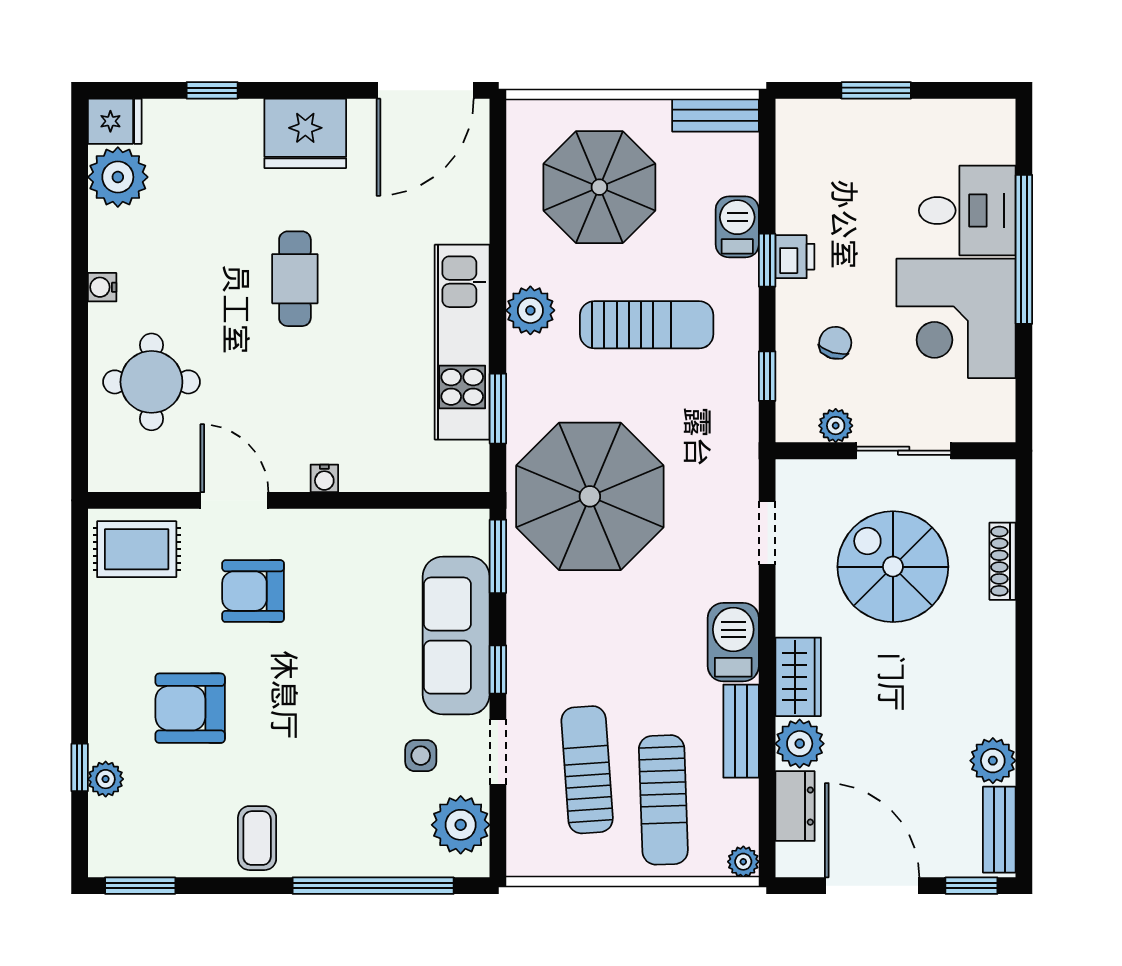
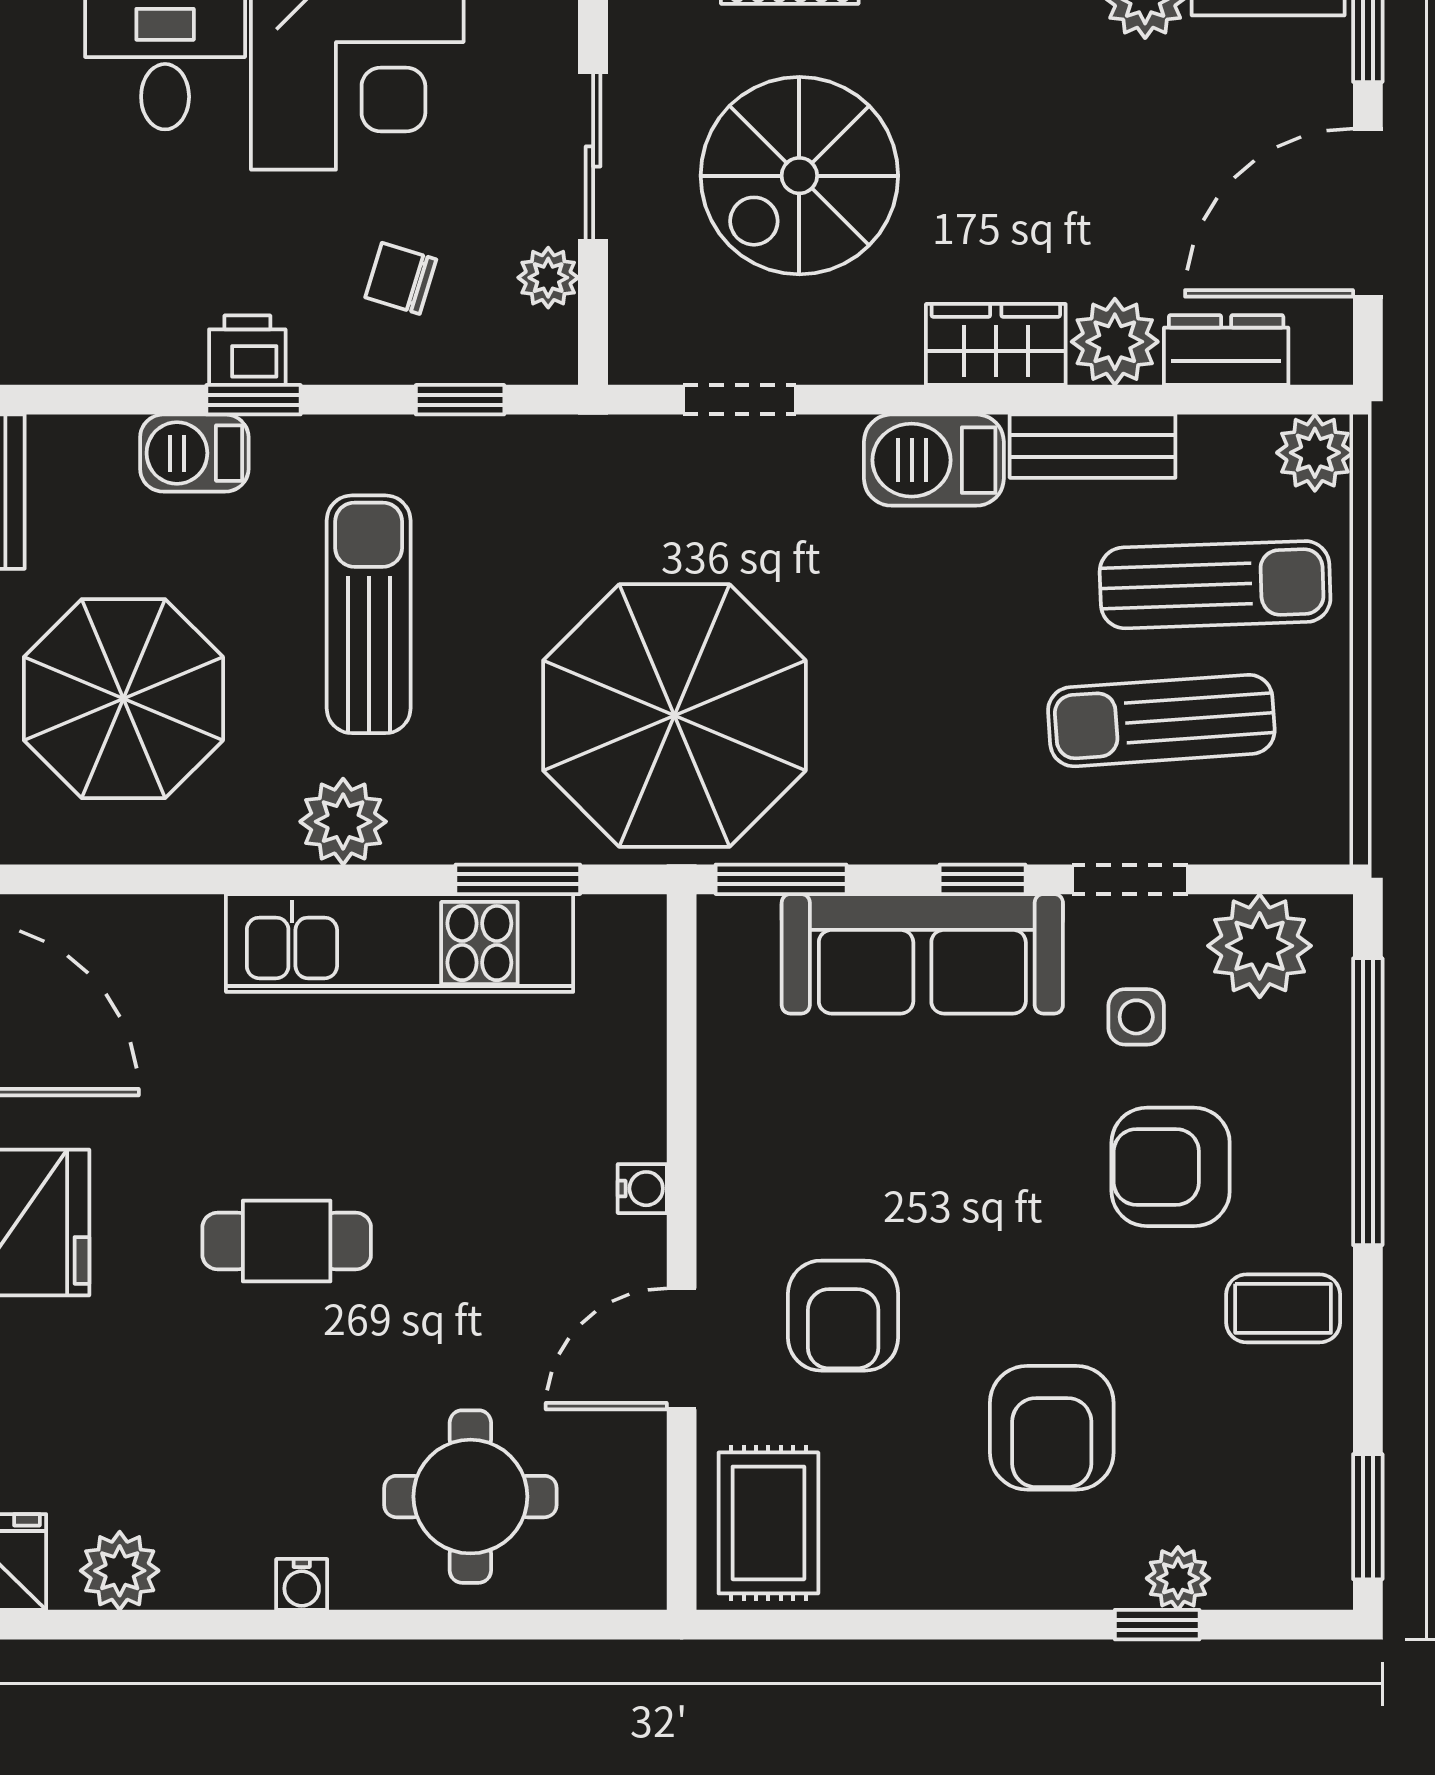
plant: (118, 177) -> (120, 1571), width x0.73, depth x0.73
armchair: (337, 775) -> (1171, 1167), added
plant: (743, 862) -> (1315, 453), width x1.38, depth x1.38

